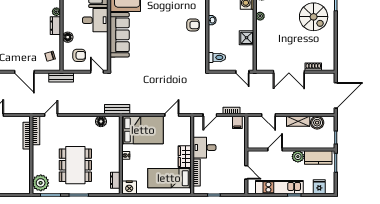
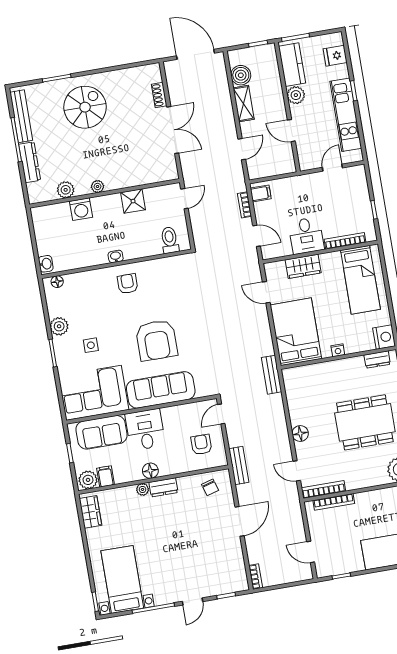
floor lamp: (68, 37) -> (150, 471), moved
armchair: (153, 38) -> (156, 340), added
floor lamp: (101, 121) -> (300, 433), moved
wardrobe: (185, 157) -> (303, 266), moved

